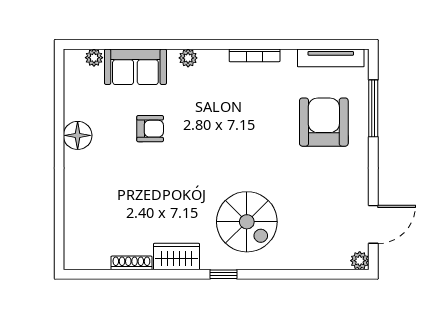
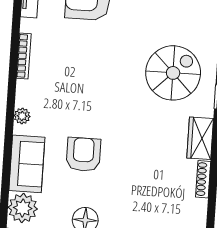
plant: (94, 58) -> (23, 208), width x1.88, depth x1.88
armchair: (150, 129) -> (83, 154), width x1.38, depth x1.38

